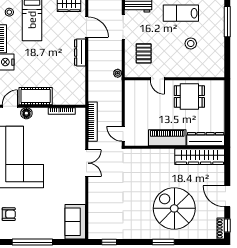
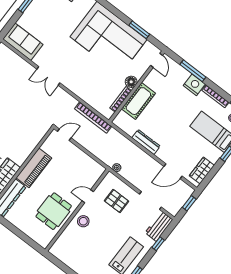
stool: (191, 43) -> (83, 221), moved
dresser: (80, 52) -> (146, 142), moved
cot: (36, 96) -> (138, 101), moved
floor lamp: (26, 113) -> (131, 82), moved
double door: (87, 163) -> (48, 76), moved

